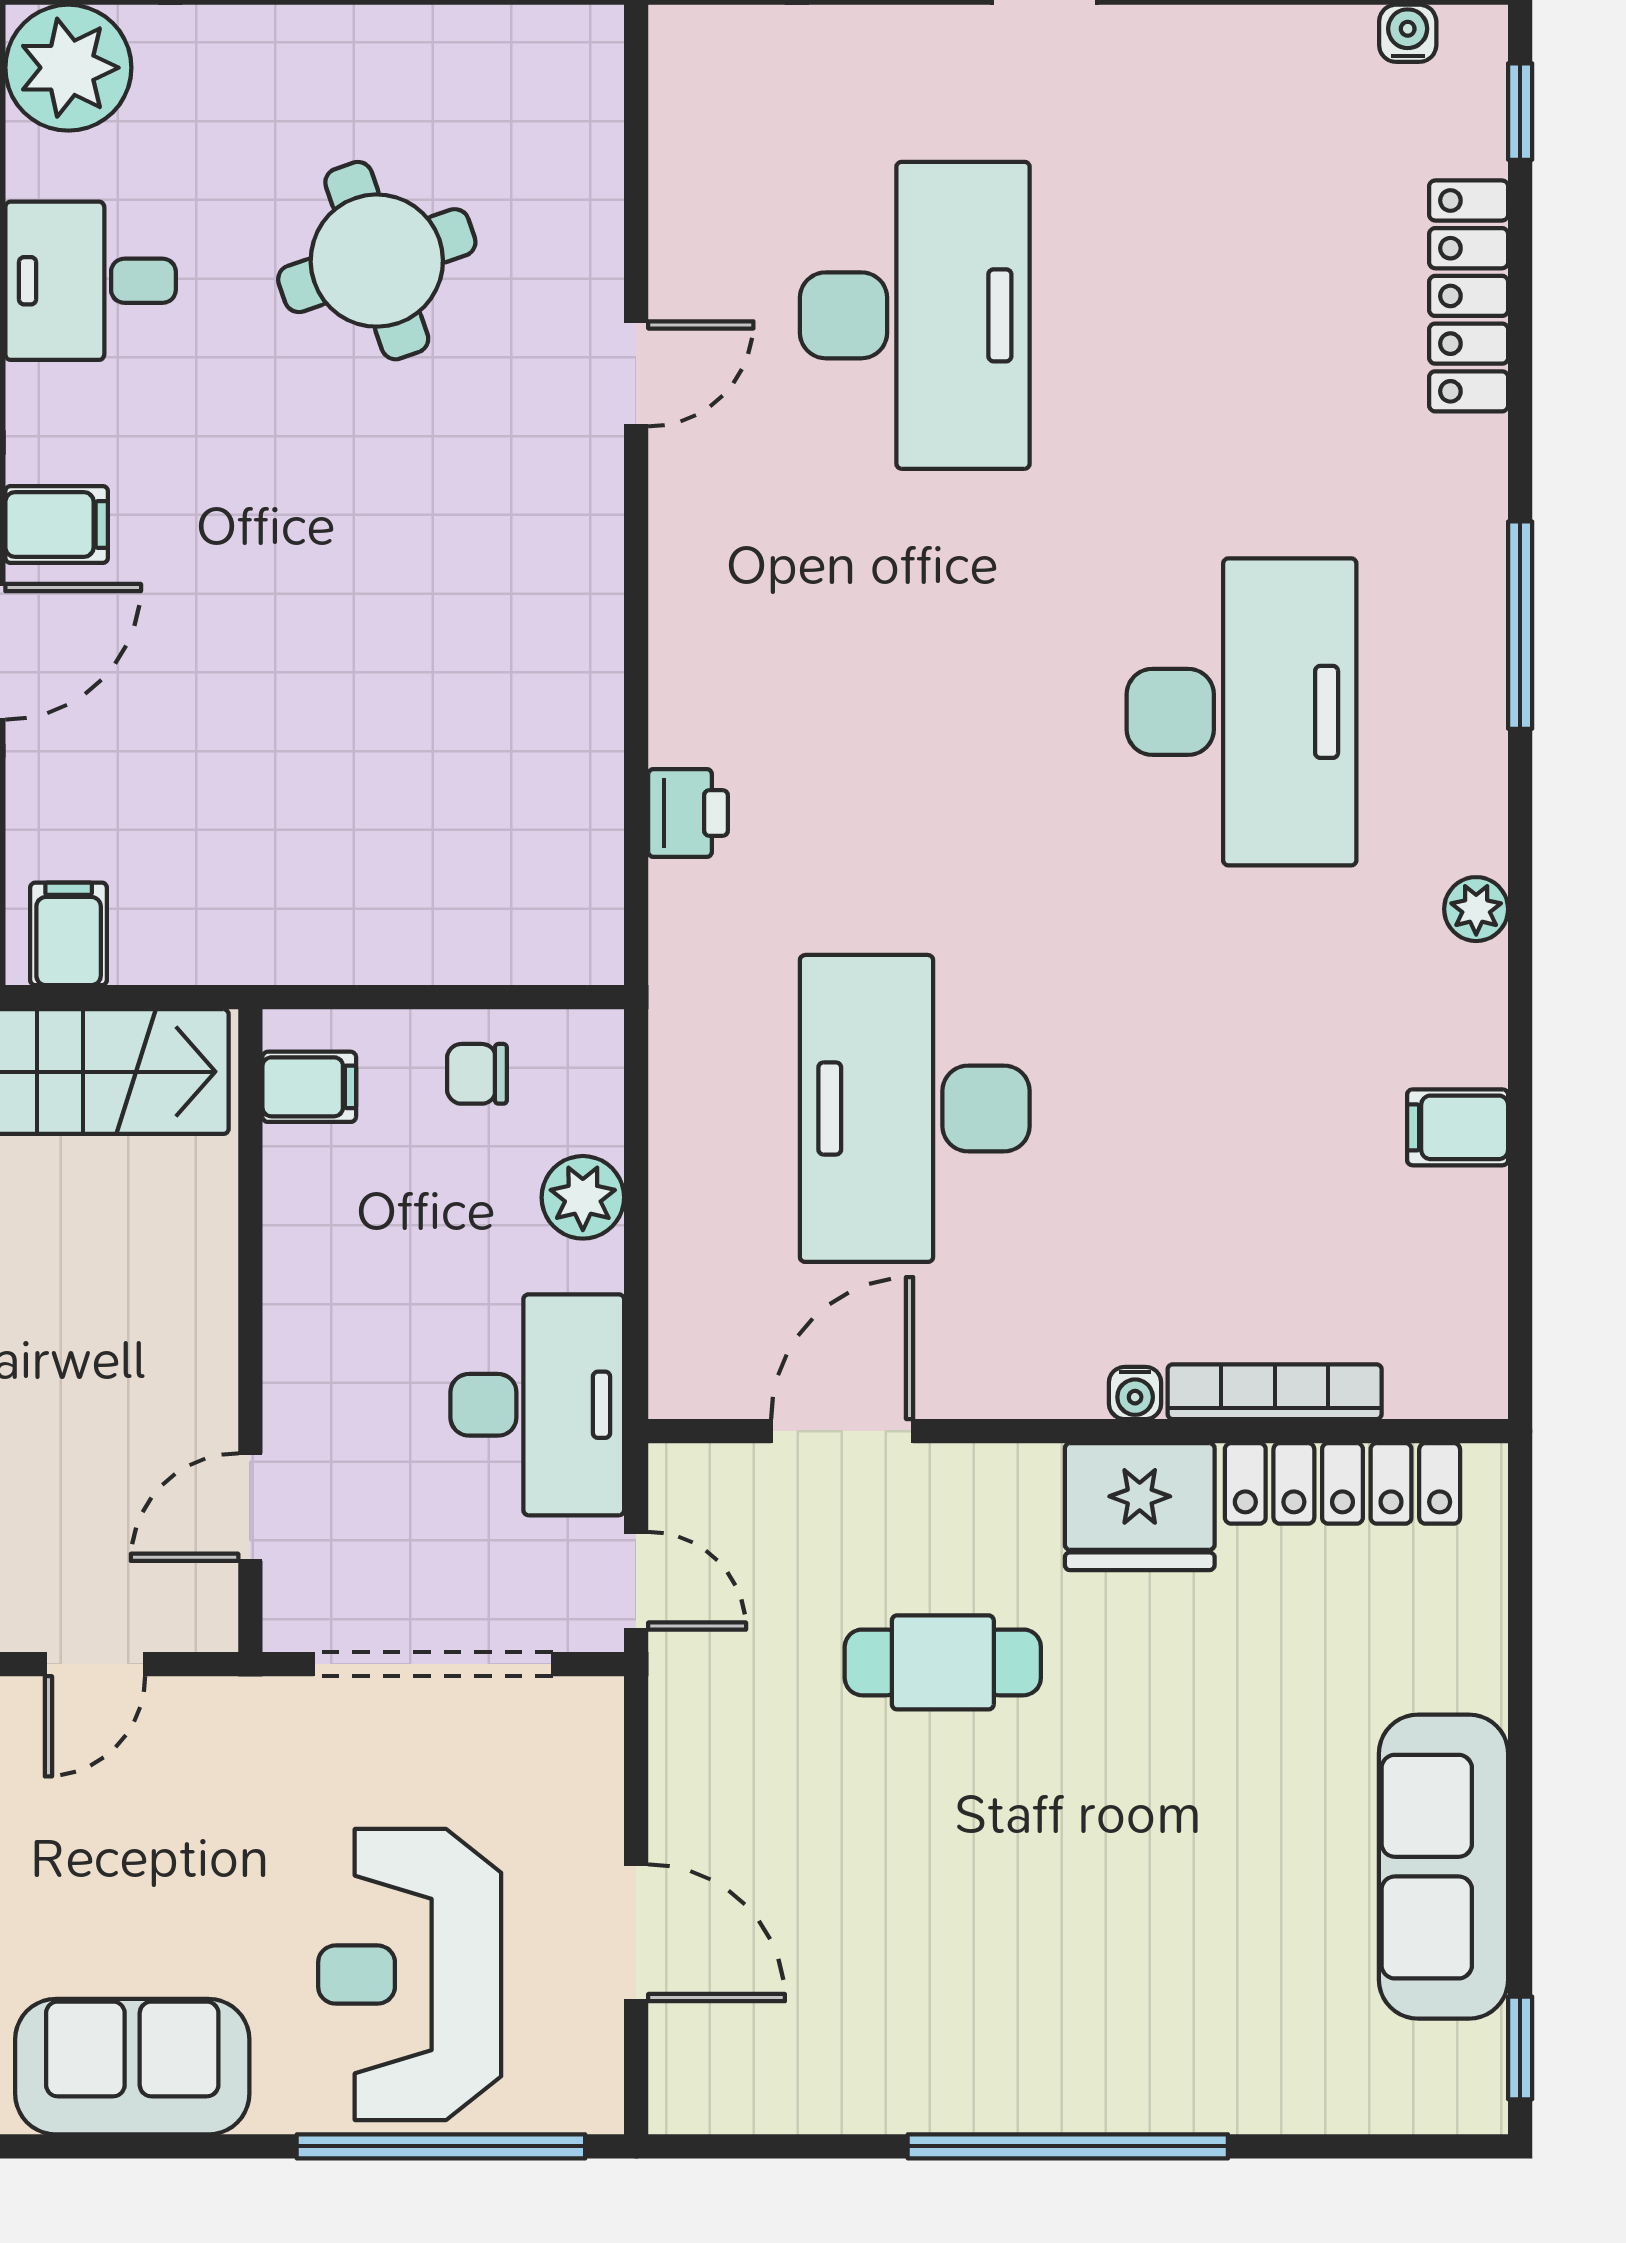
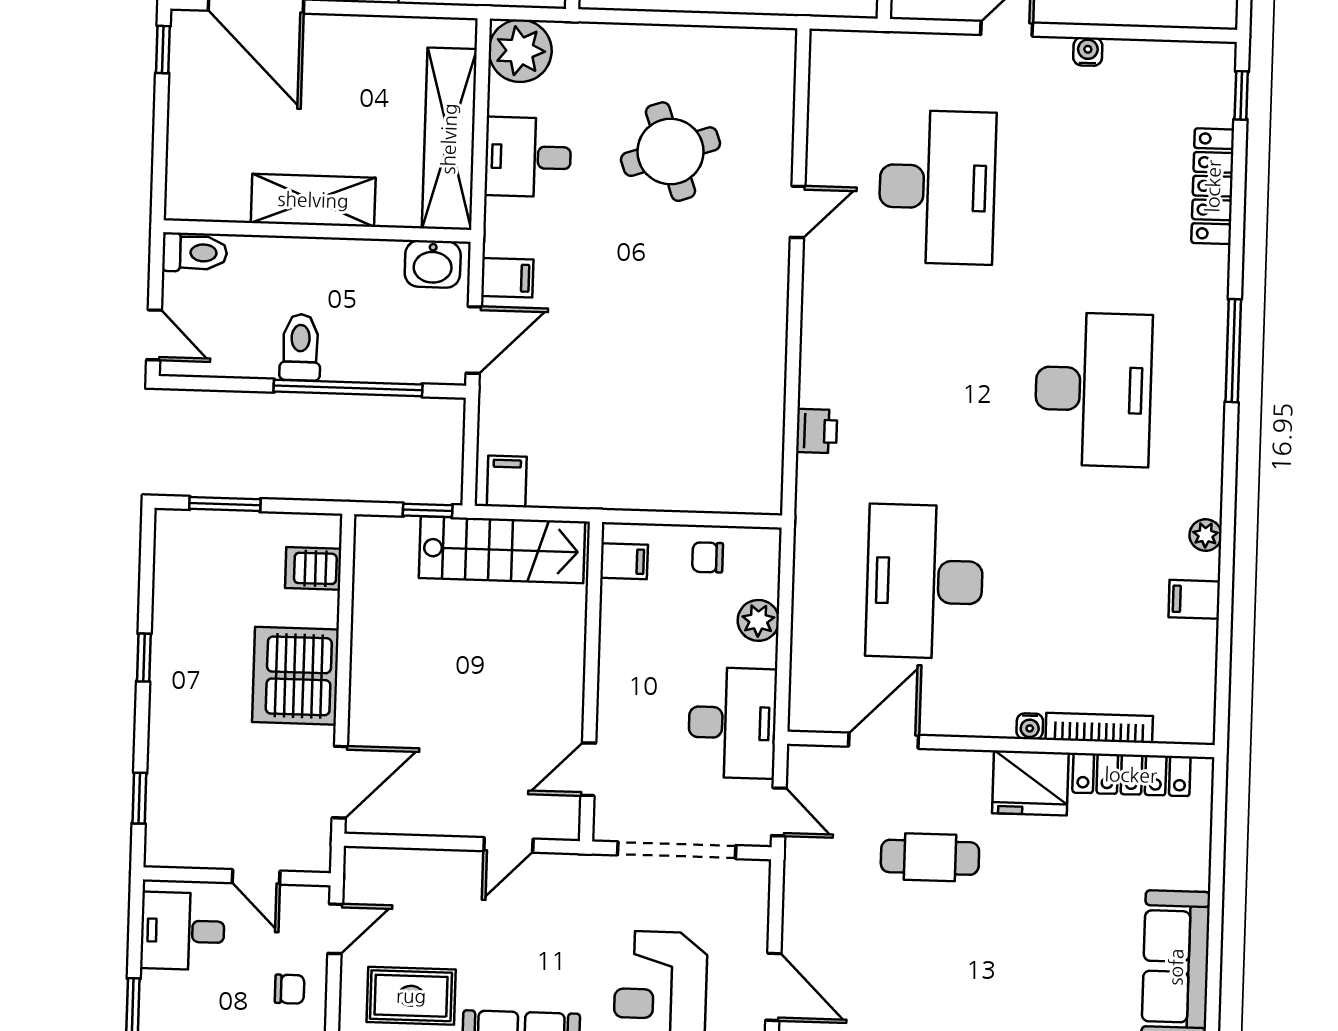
water cooler: (1408, 33) -> (1088, 52), moved
plant: (1476, 909) -> (1206, 535), moved

